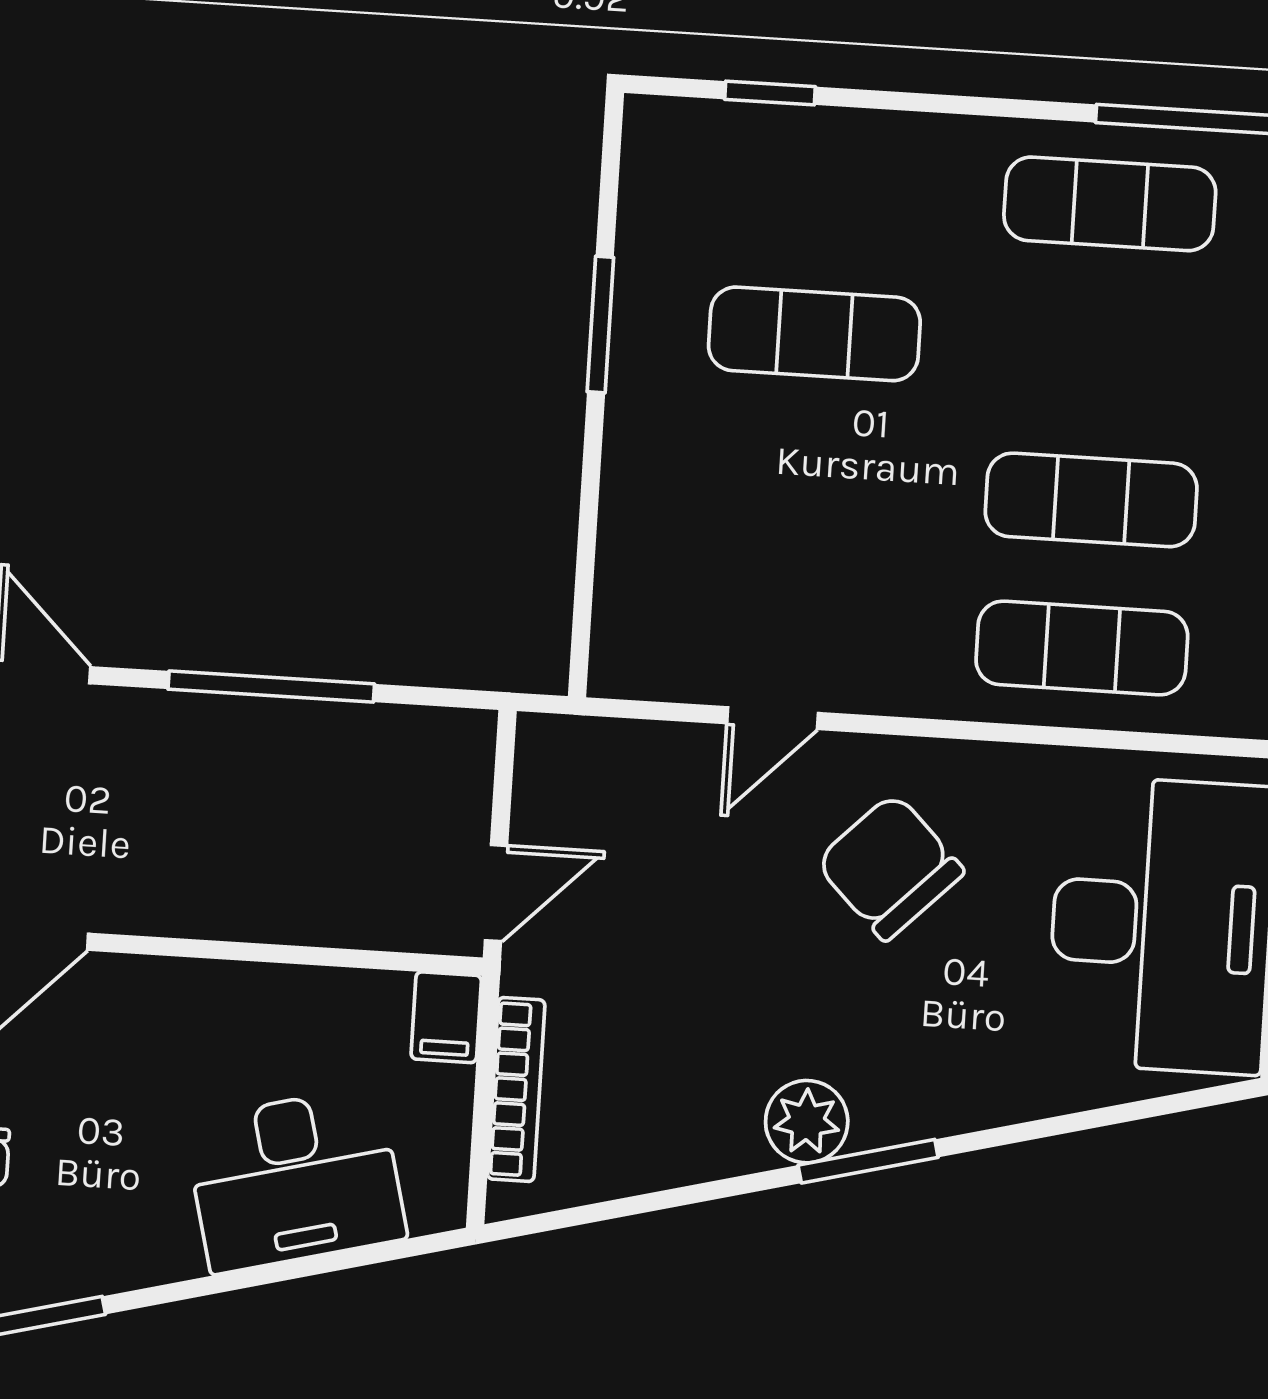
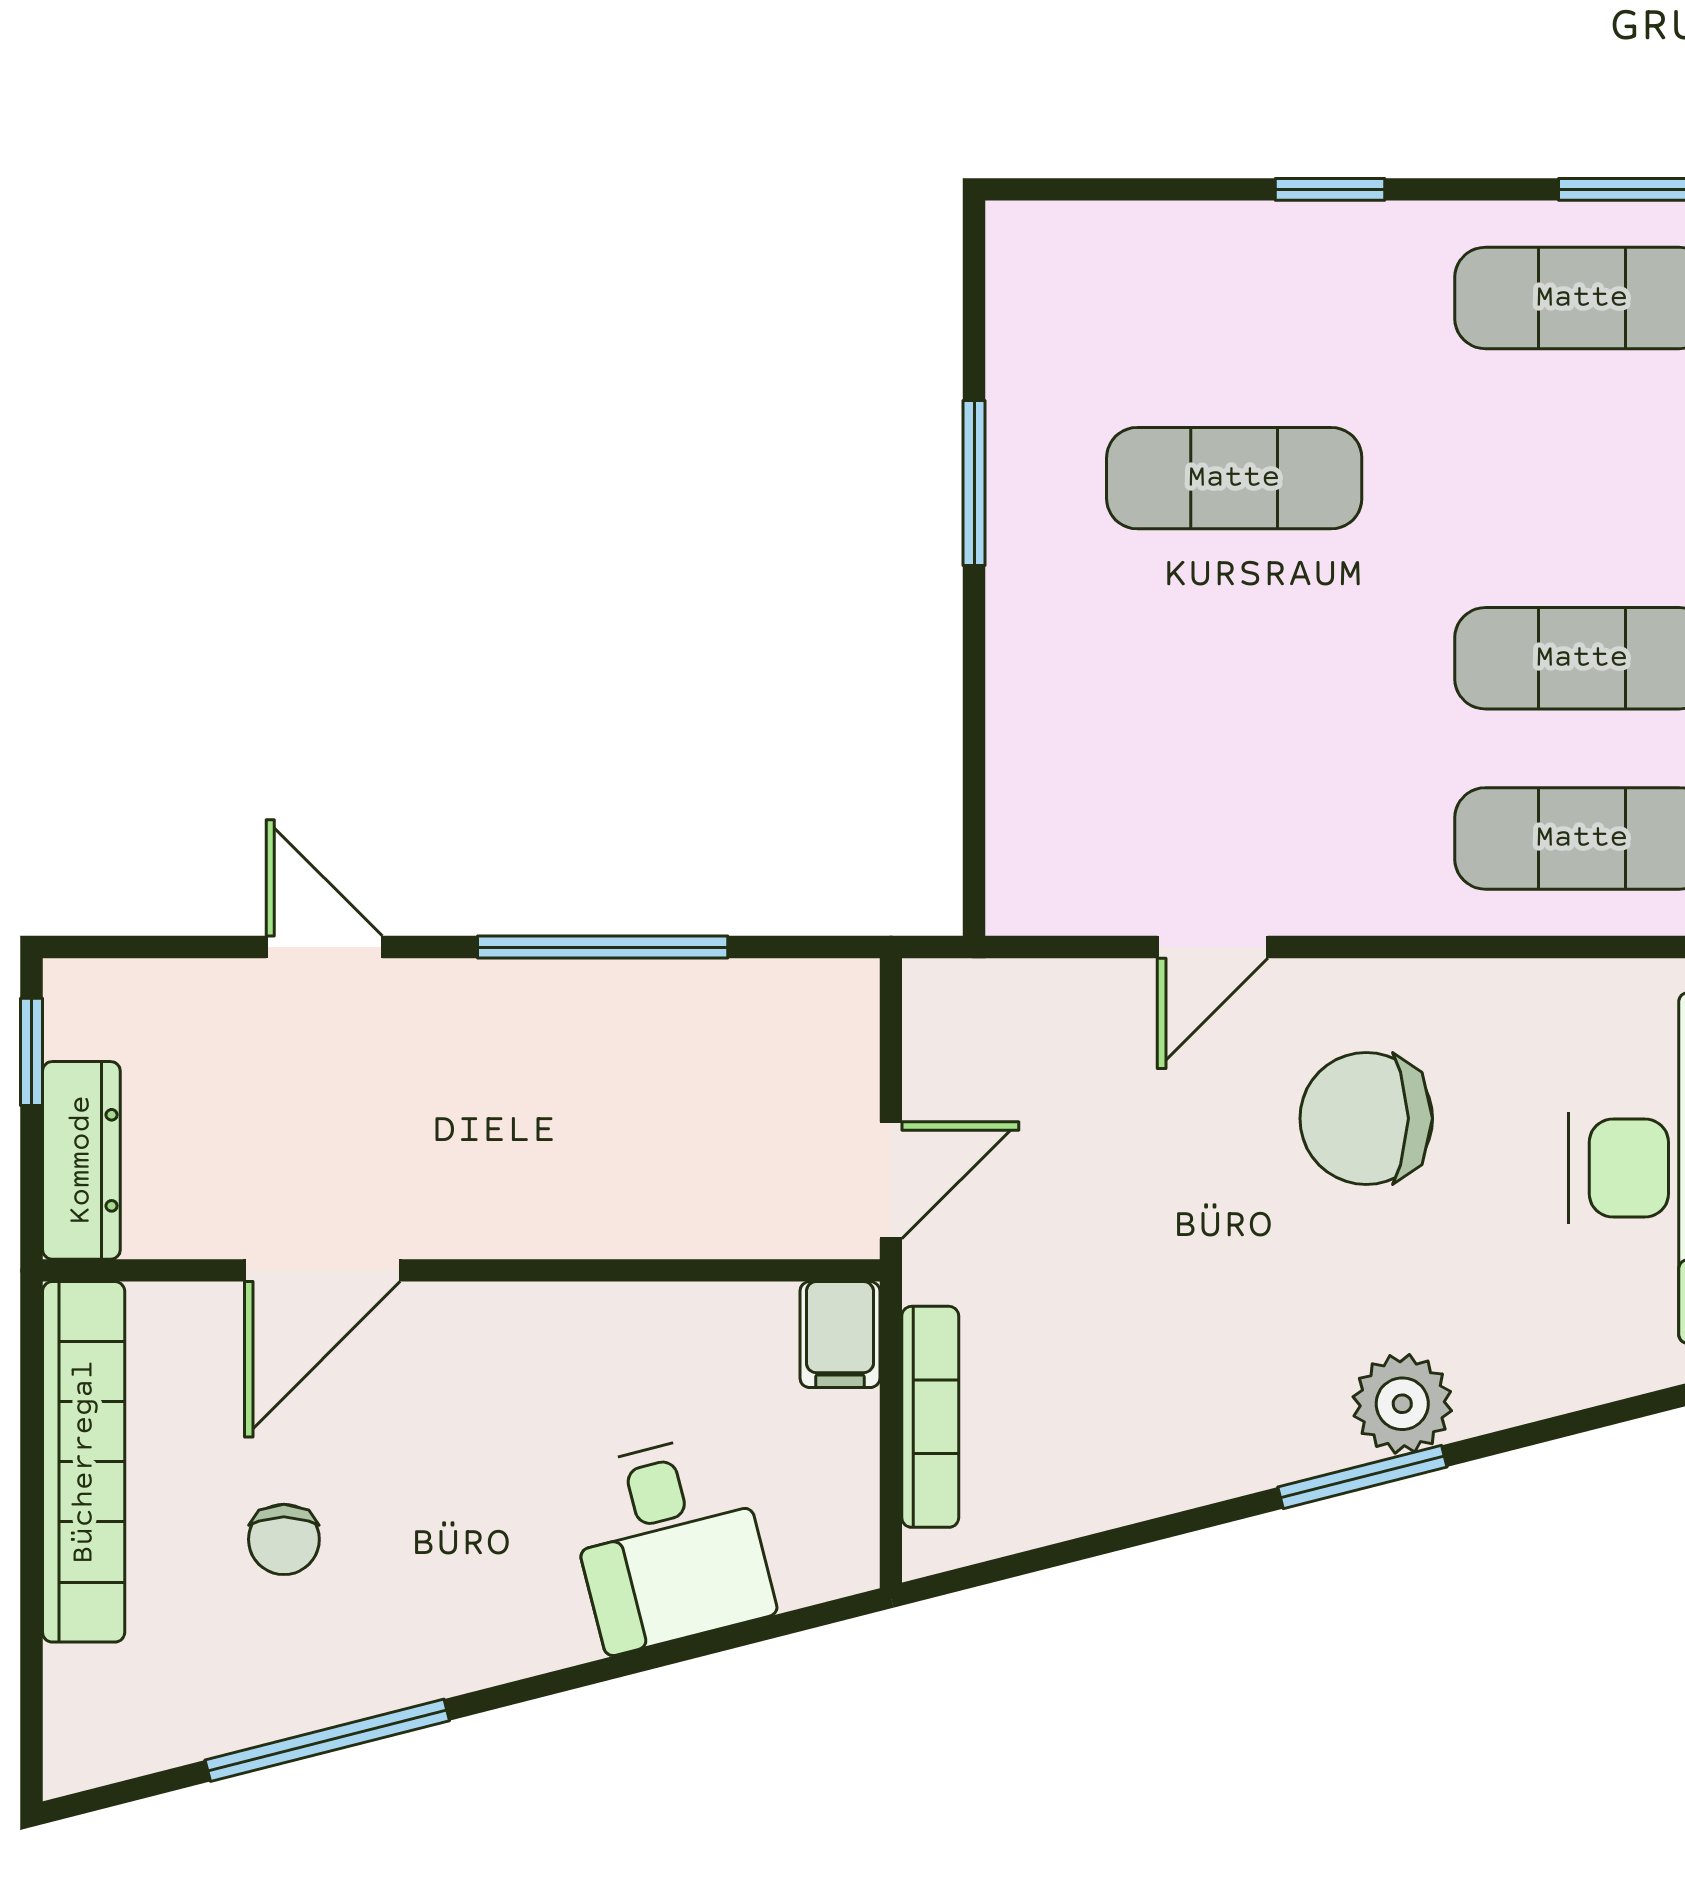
window: (770, 93) -> (1330, 189), moved
chair: (890, 867) -> (1366, 1118), turned -45
plant: (807, 1122) -> (1402, 1404), moved
desk: (295, 1180) -> (669, 1543), width x0.73

